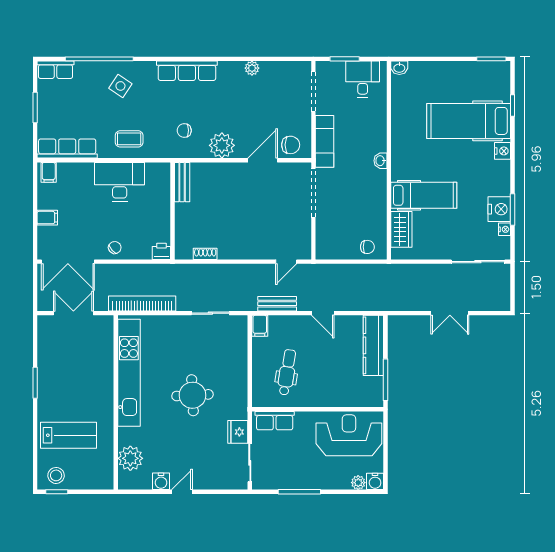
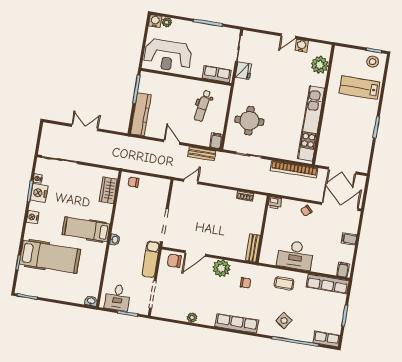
nightstand: (503, 151) -> (33, 217), moved
hospital bed: (424, 195) -> (86, 229), moved
round table: (192, 395) -> (249, 121), moved

